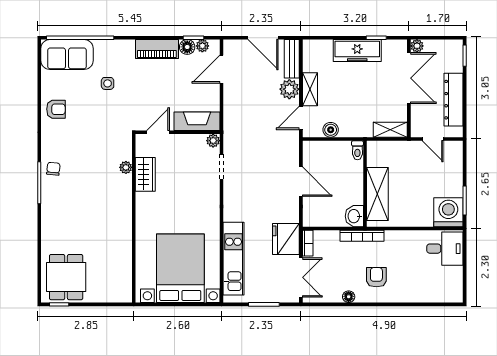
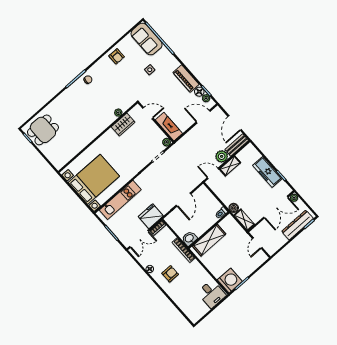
dresser: (453, 100) -> (297, 225), moved
boiler: (331, 130) -> (234, 208), moved

